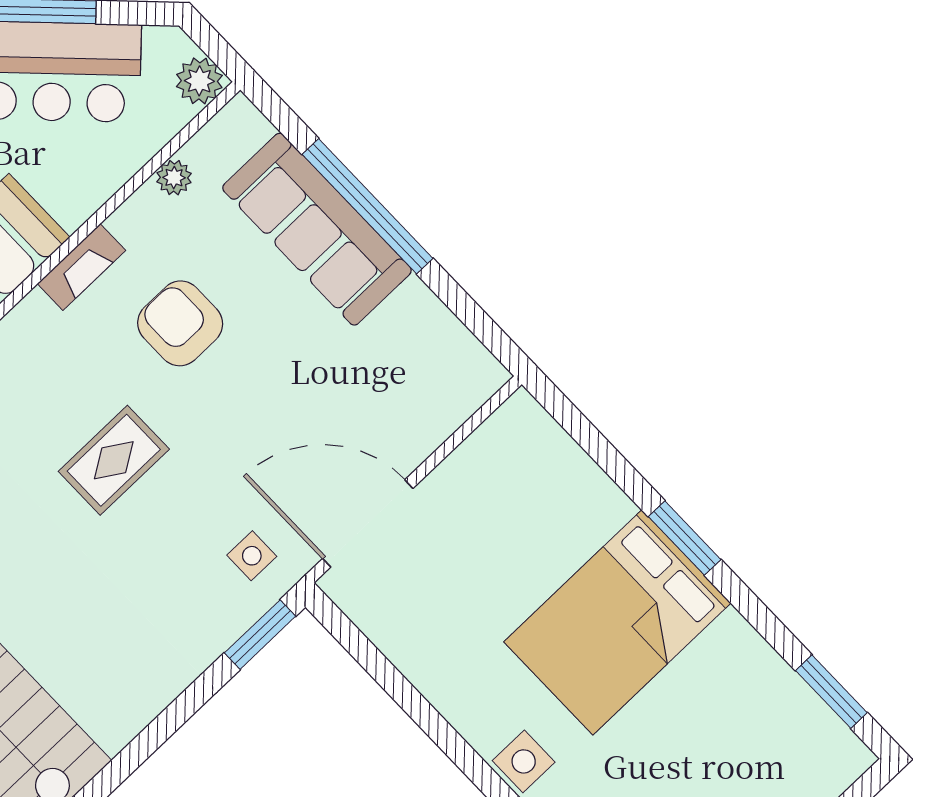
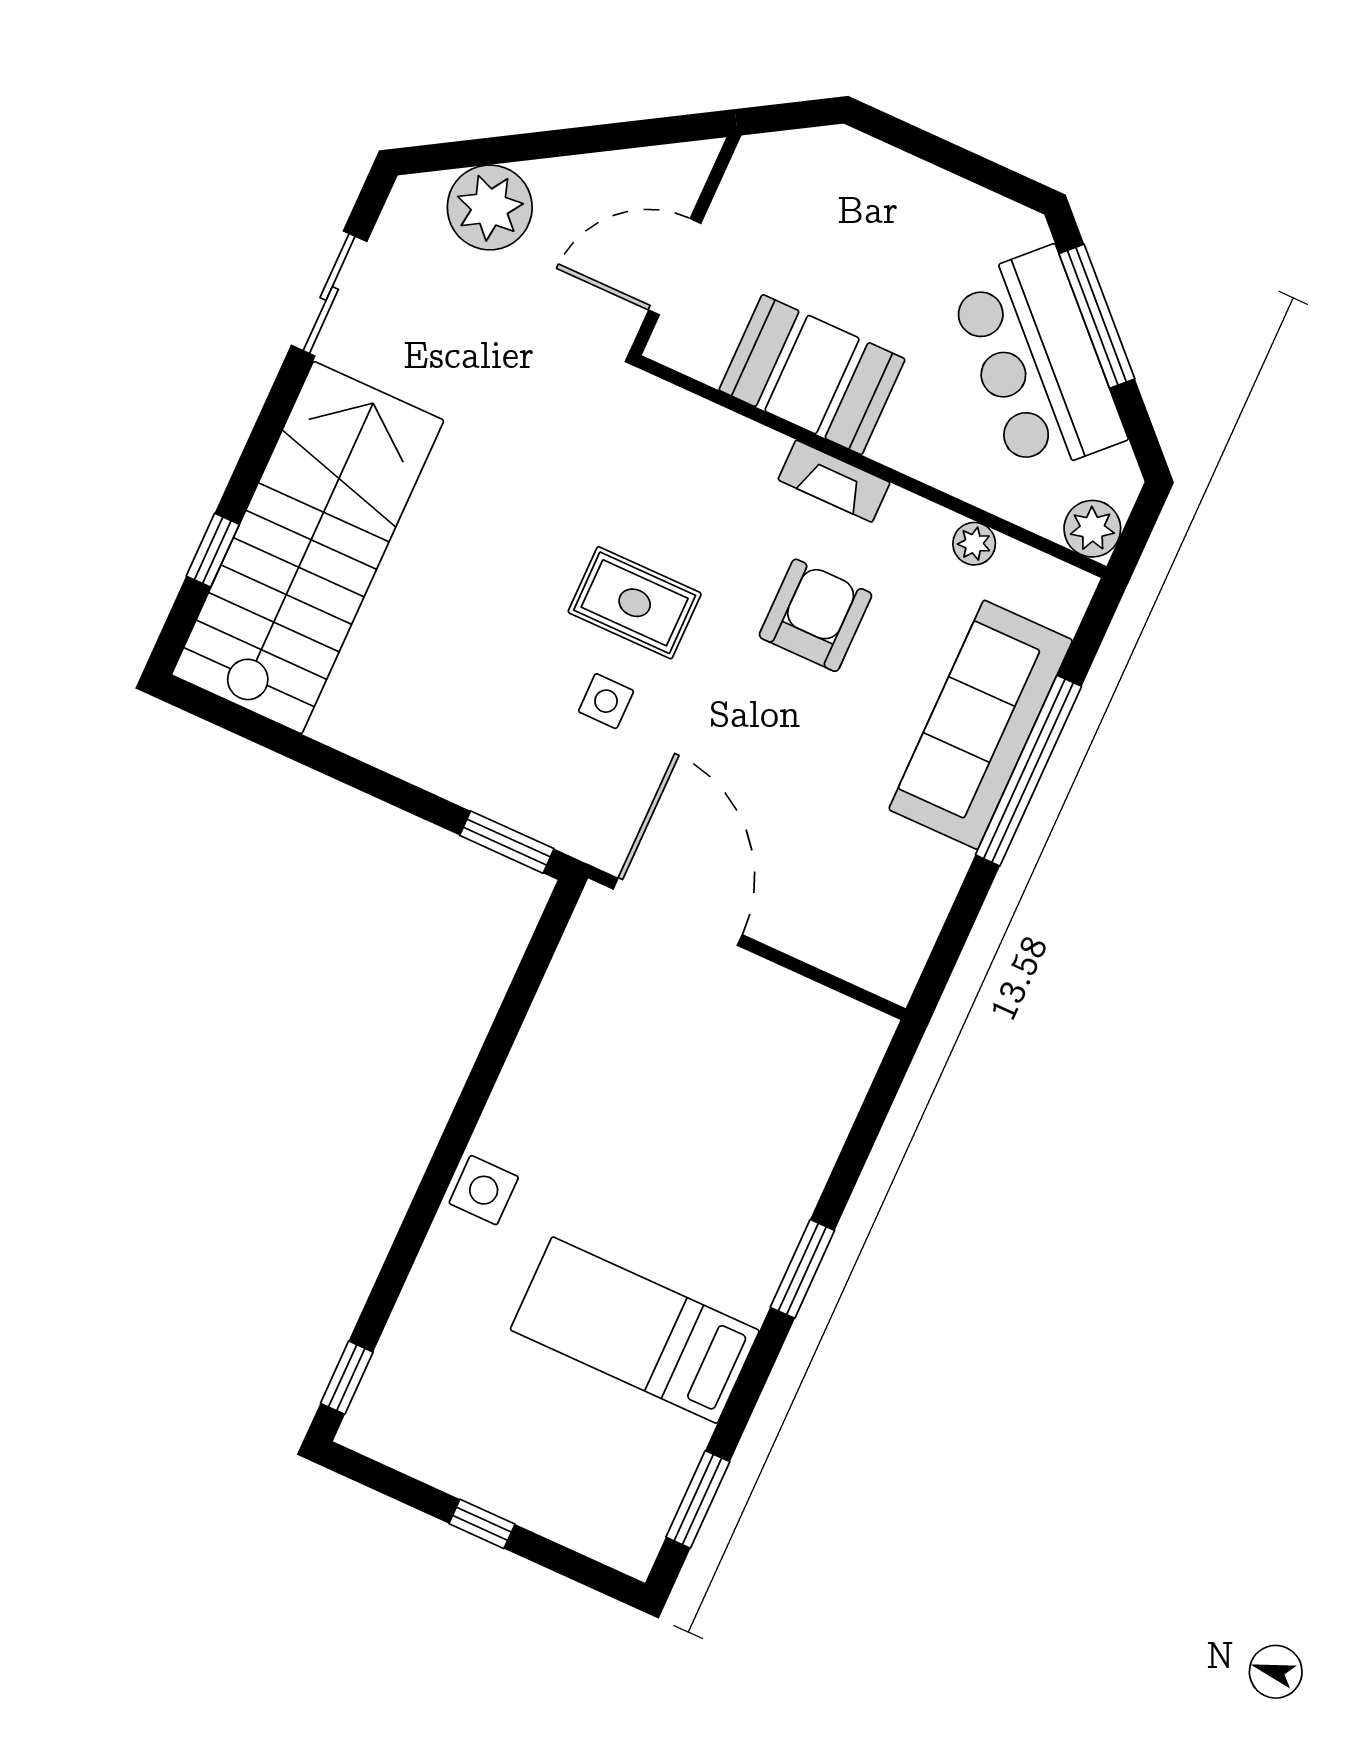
side table: (252, 556) -> (606, 701), moved
bed: (617, 622) -> (635, 1330), moved, width x0.67

